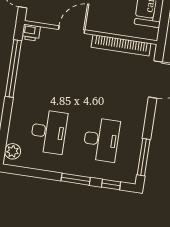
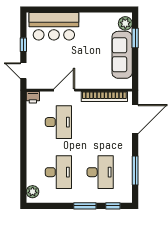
window: (13, 68) -> (23, 127), removed
desk: (58, 69) -> (58, 122), added
window: (144, 157) -> (135, 170), moved

